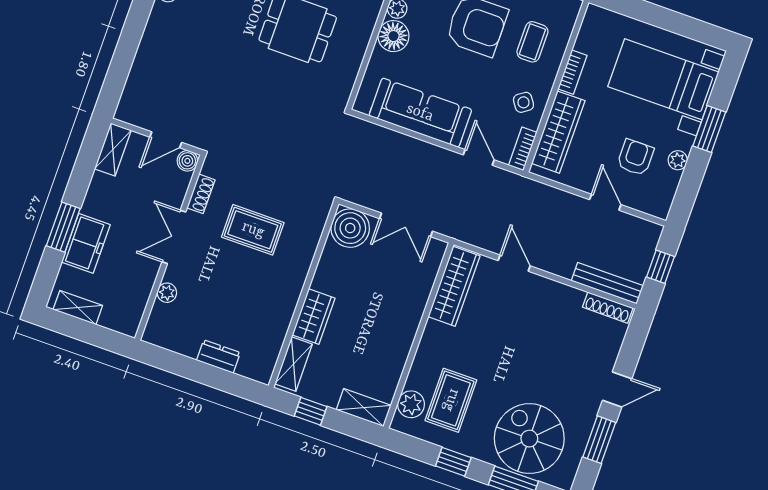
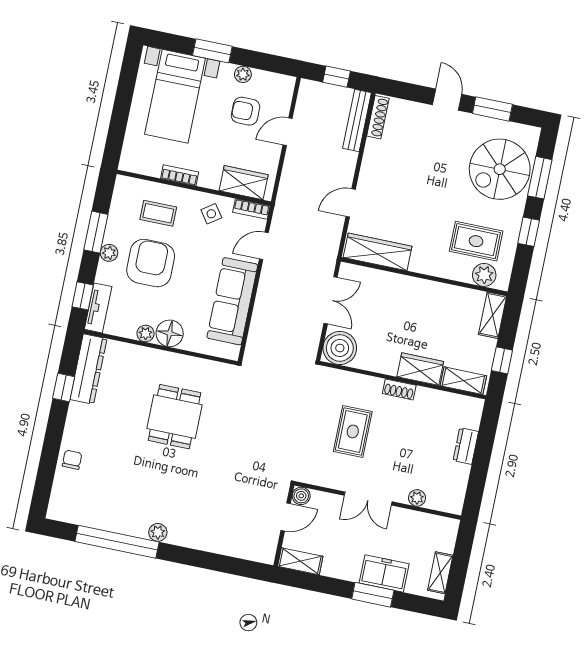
wardrobe: (558, 132) -> (244, 183), width x0.67
door: (166, 140) -> (286, 517), hinge flipped
shoe rack: (201, 194) -> (399, 389), moved, turned 180

